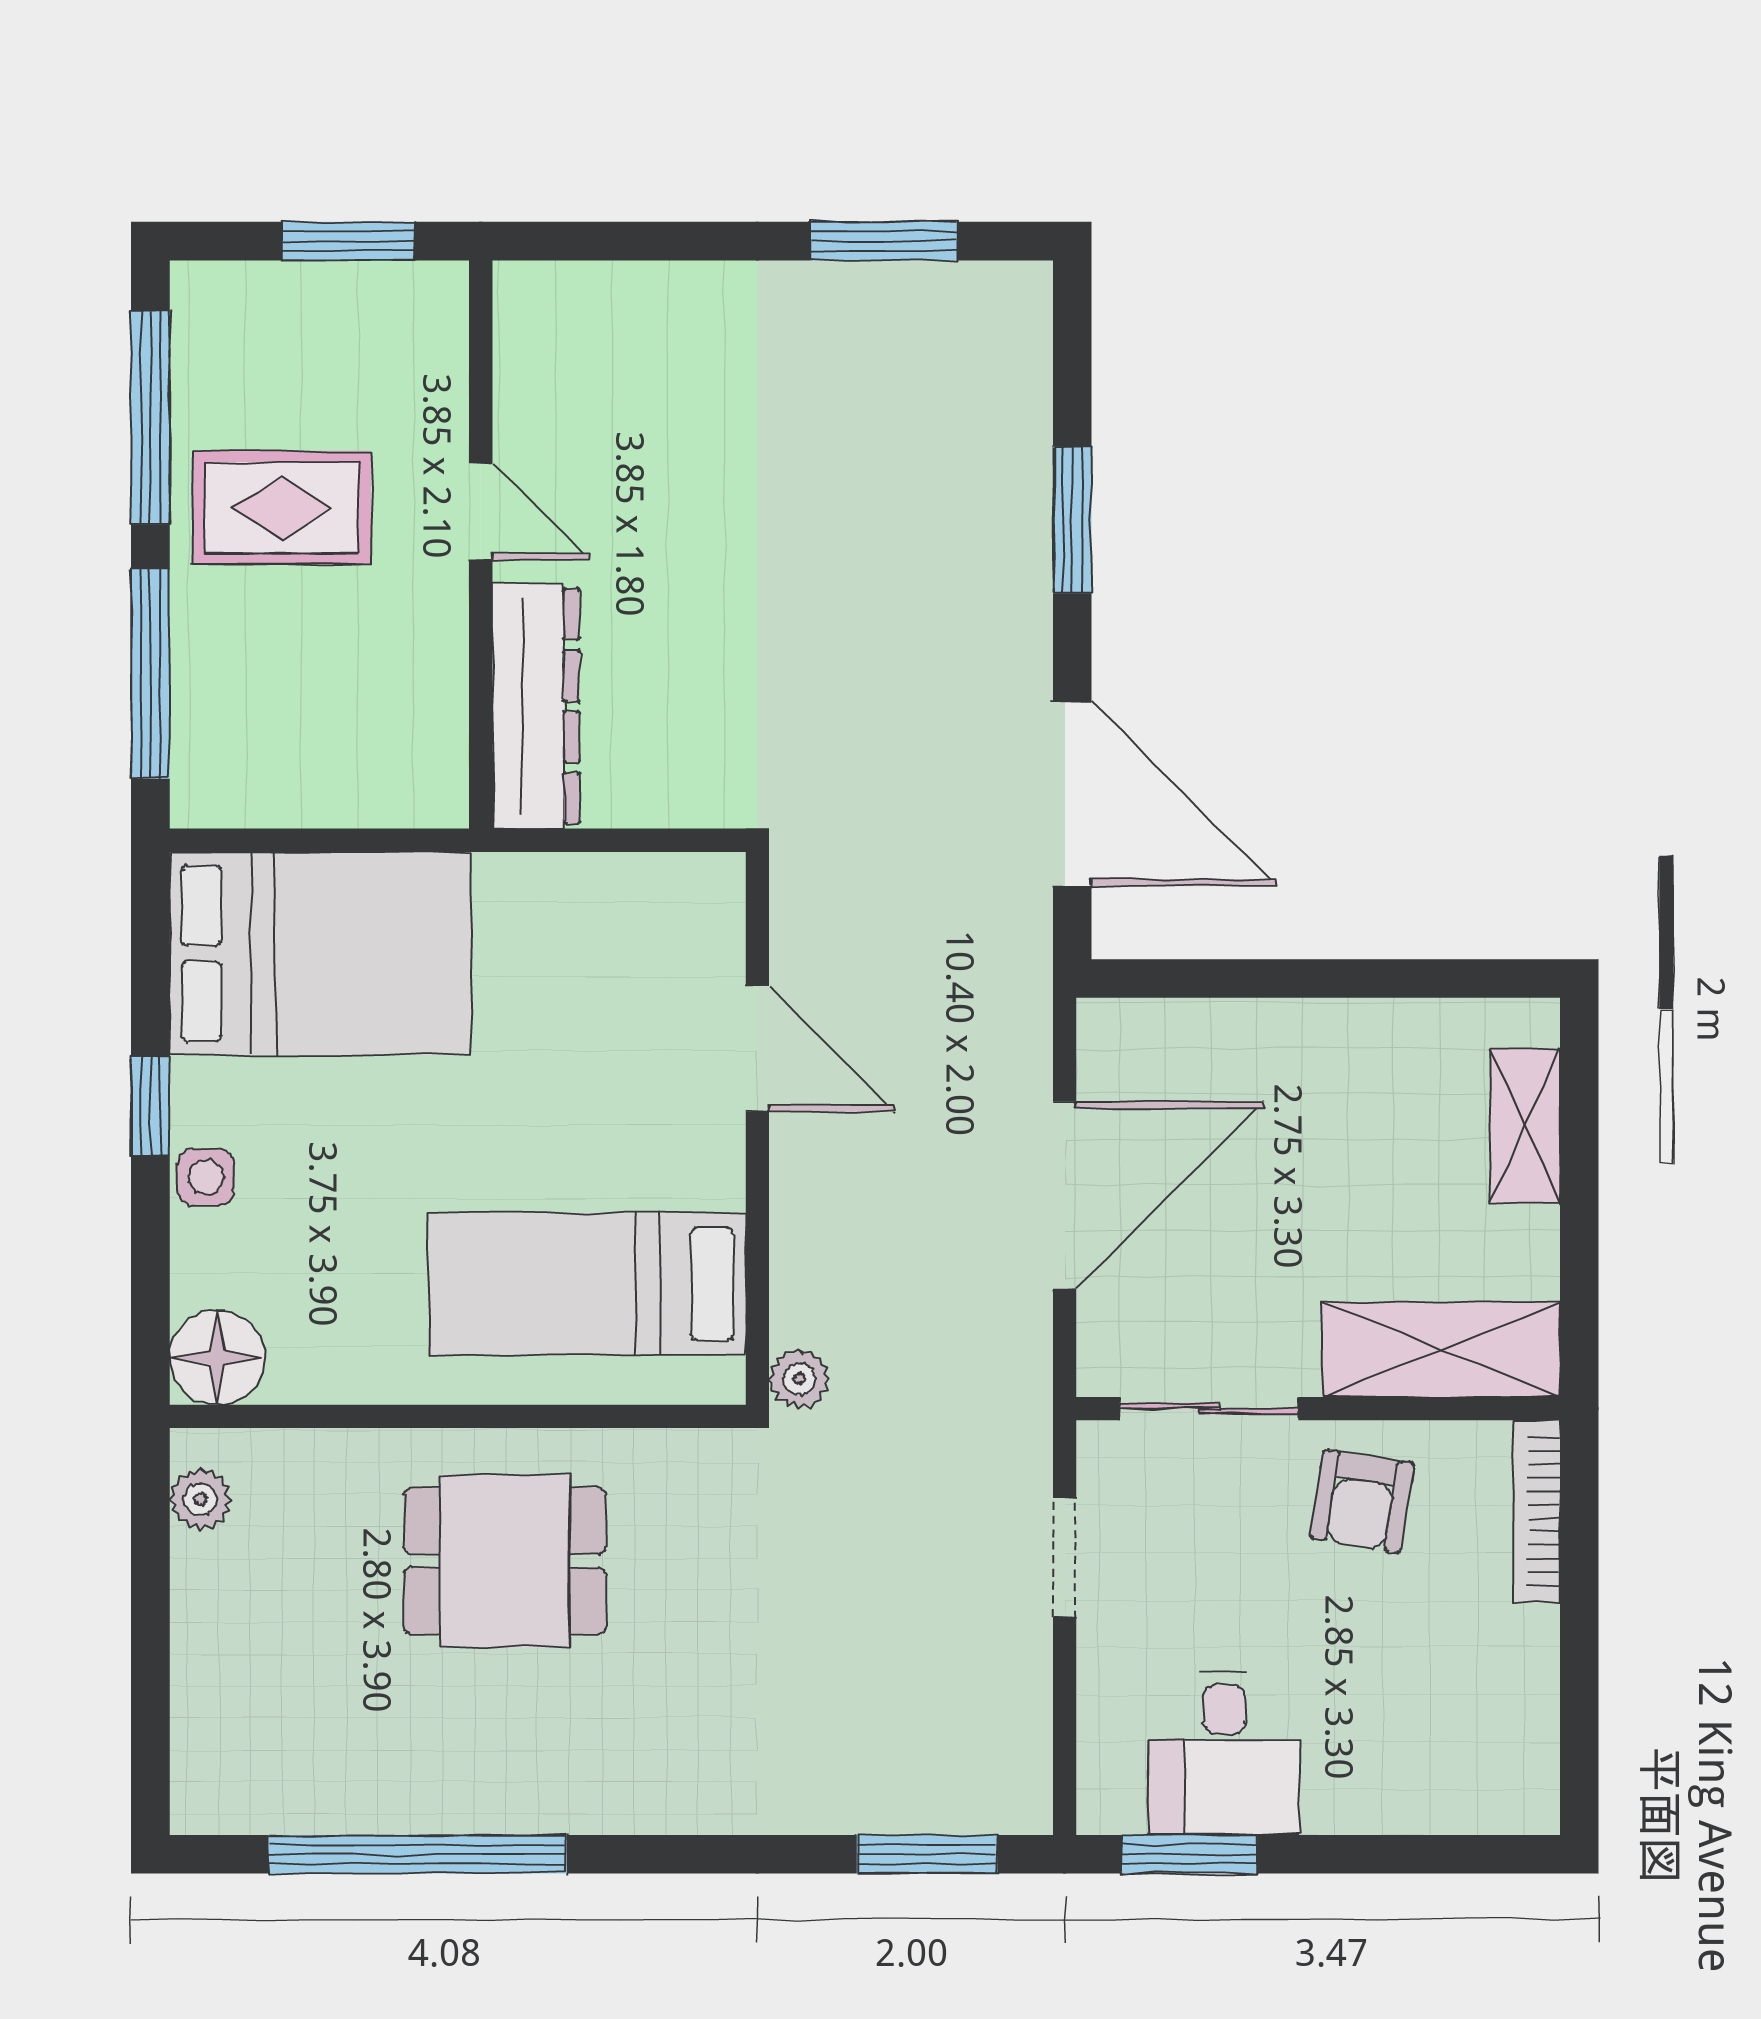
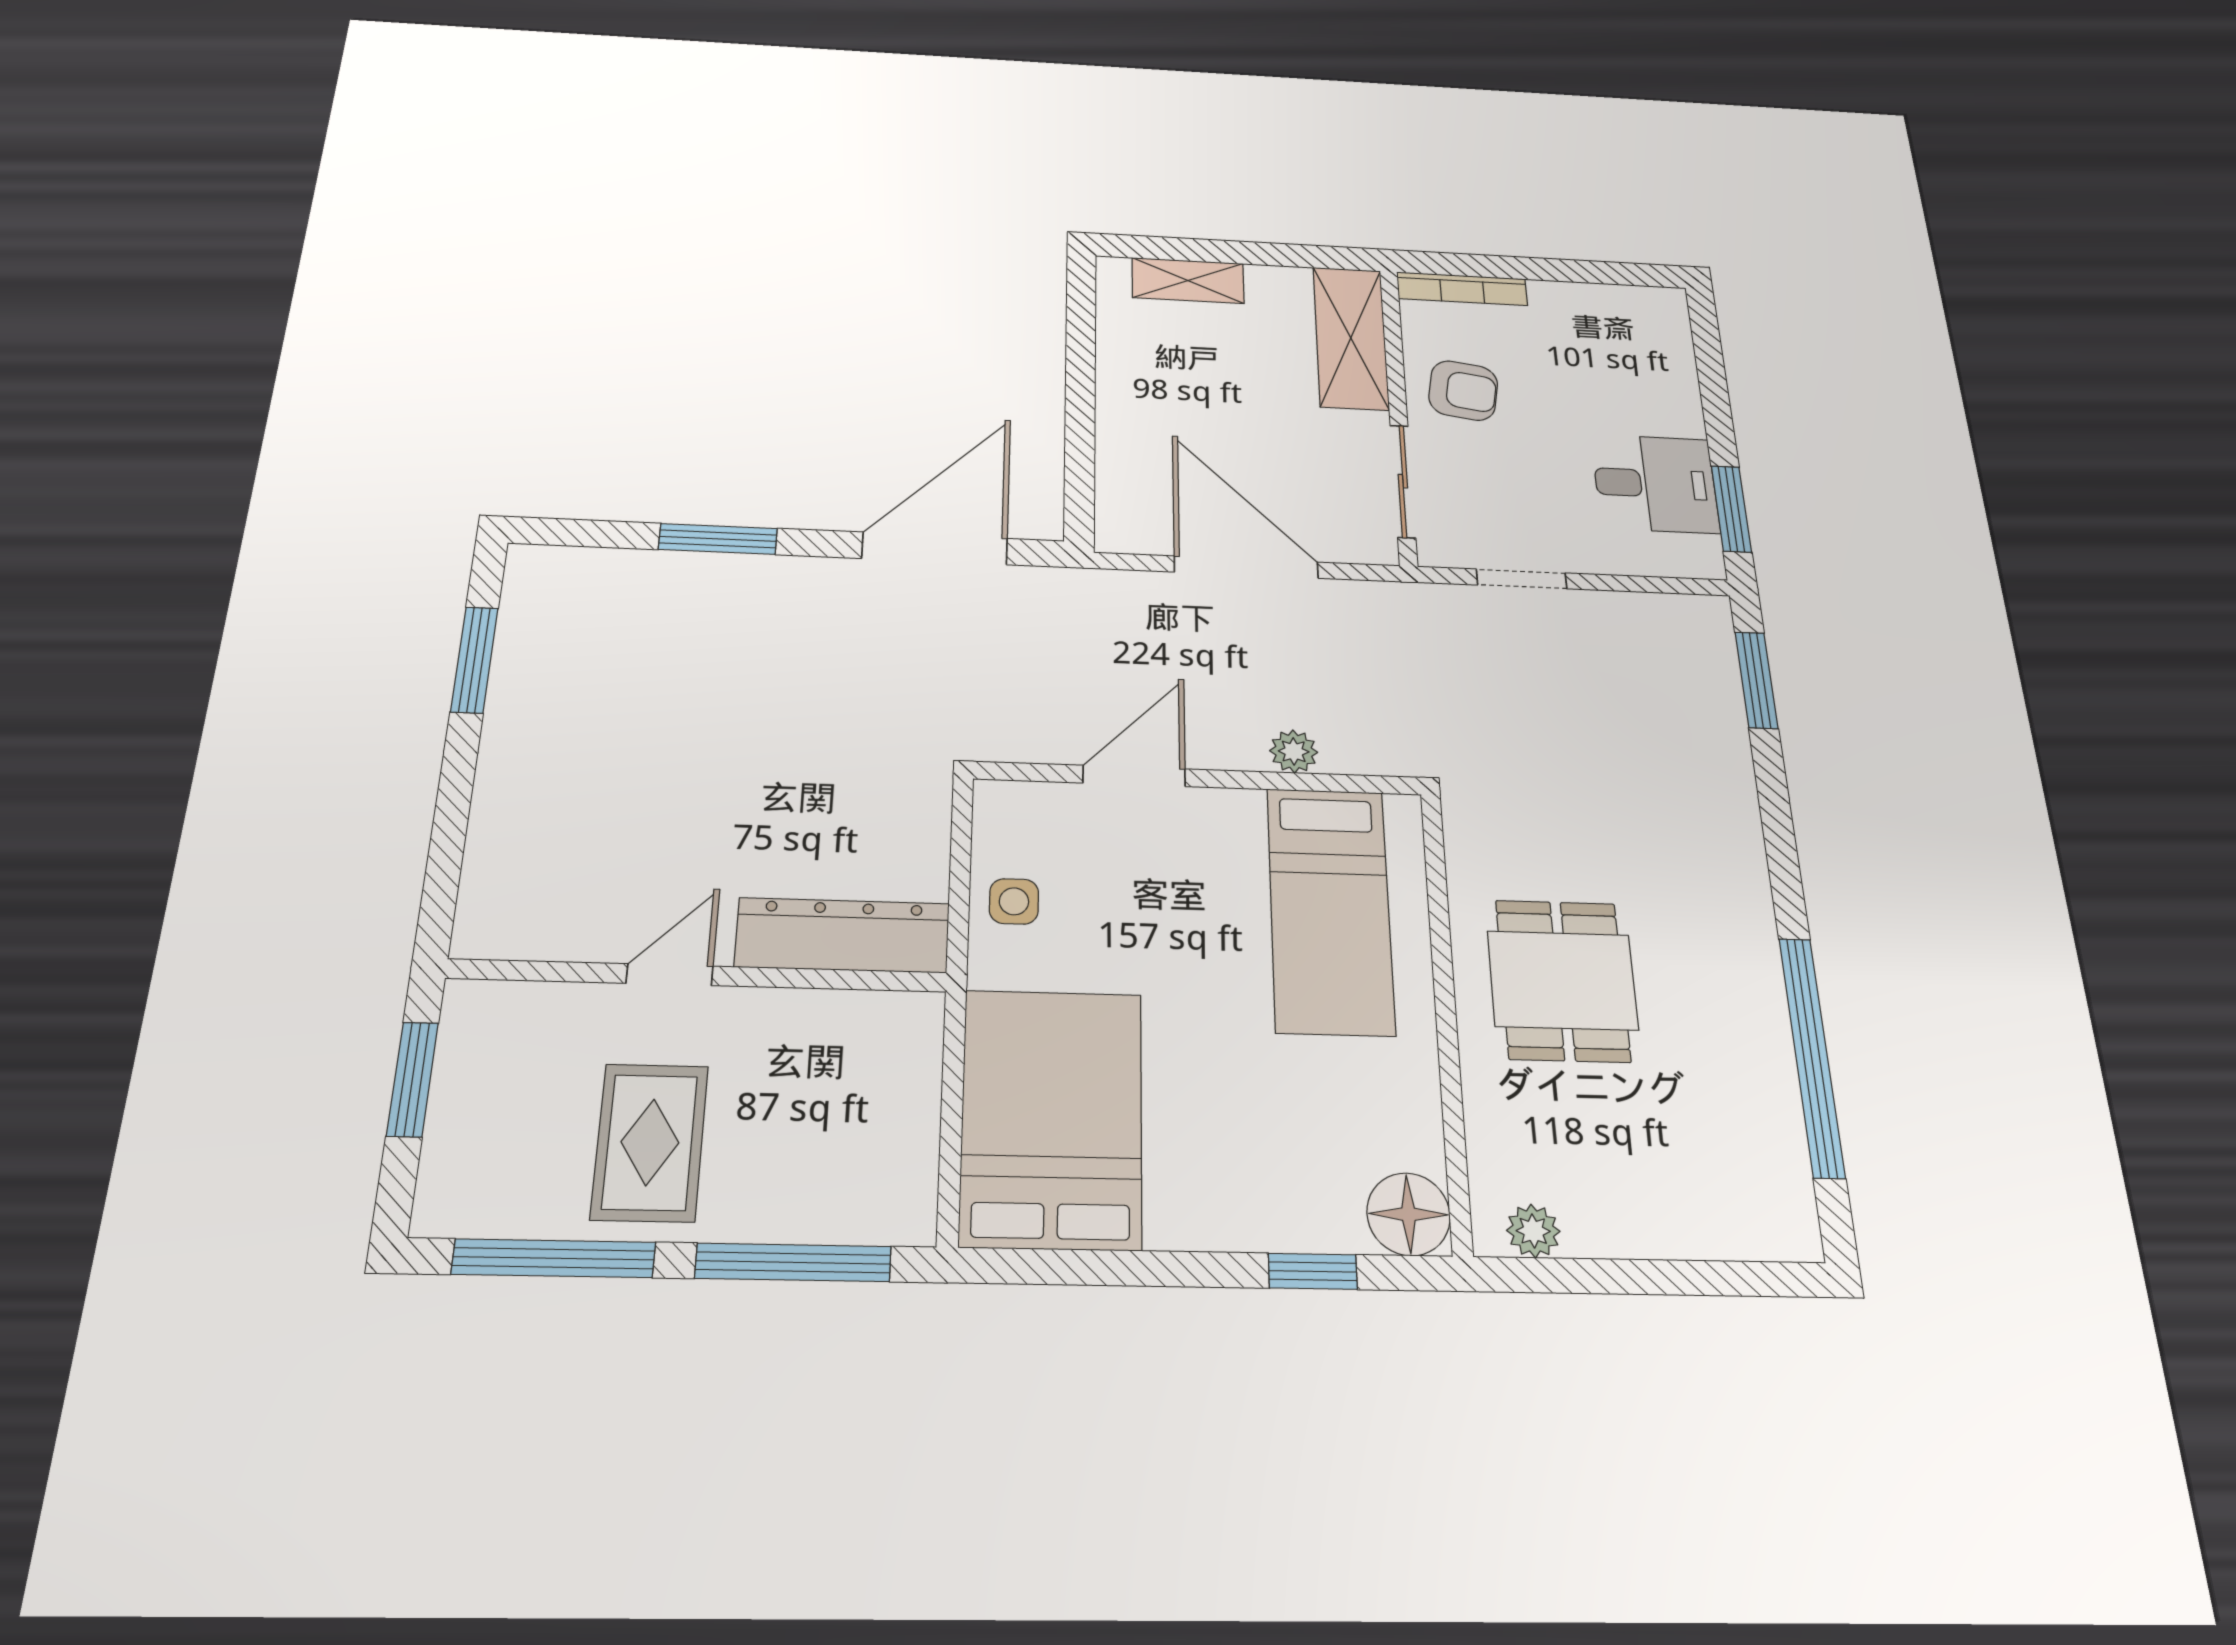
window: (150, 1106) -> (1313, 1271), moved
side table: (206, 1177) -> (1014, 901), moved
plant: (799, 1379) -> (1294, 751), moved

